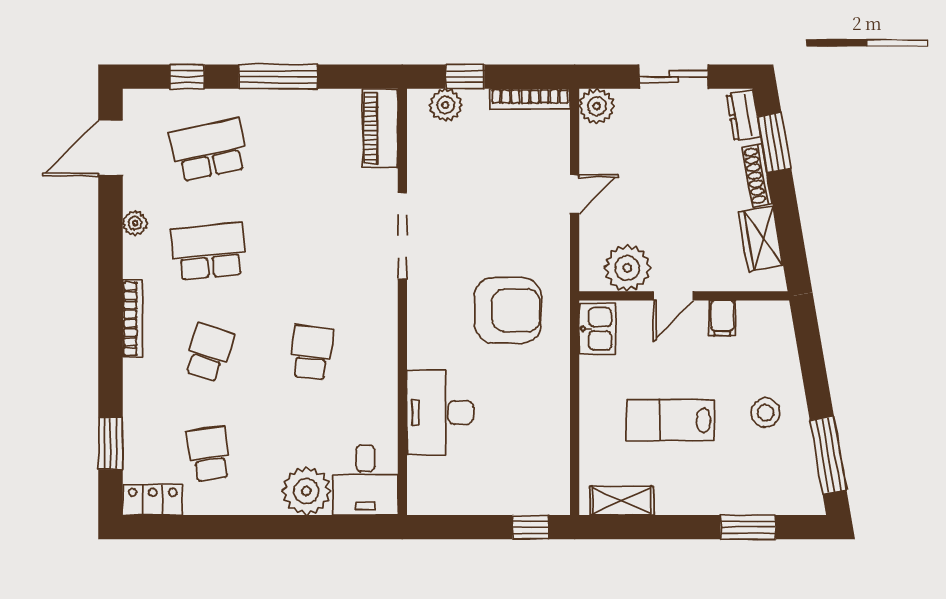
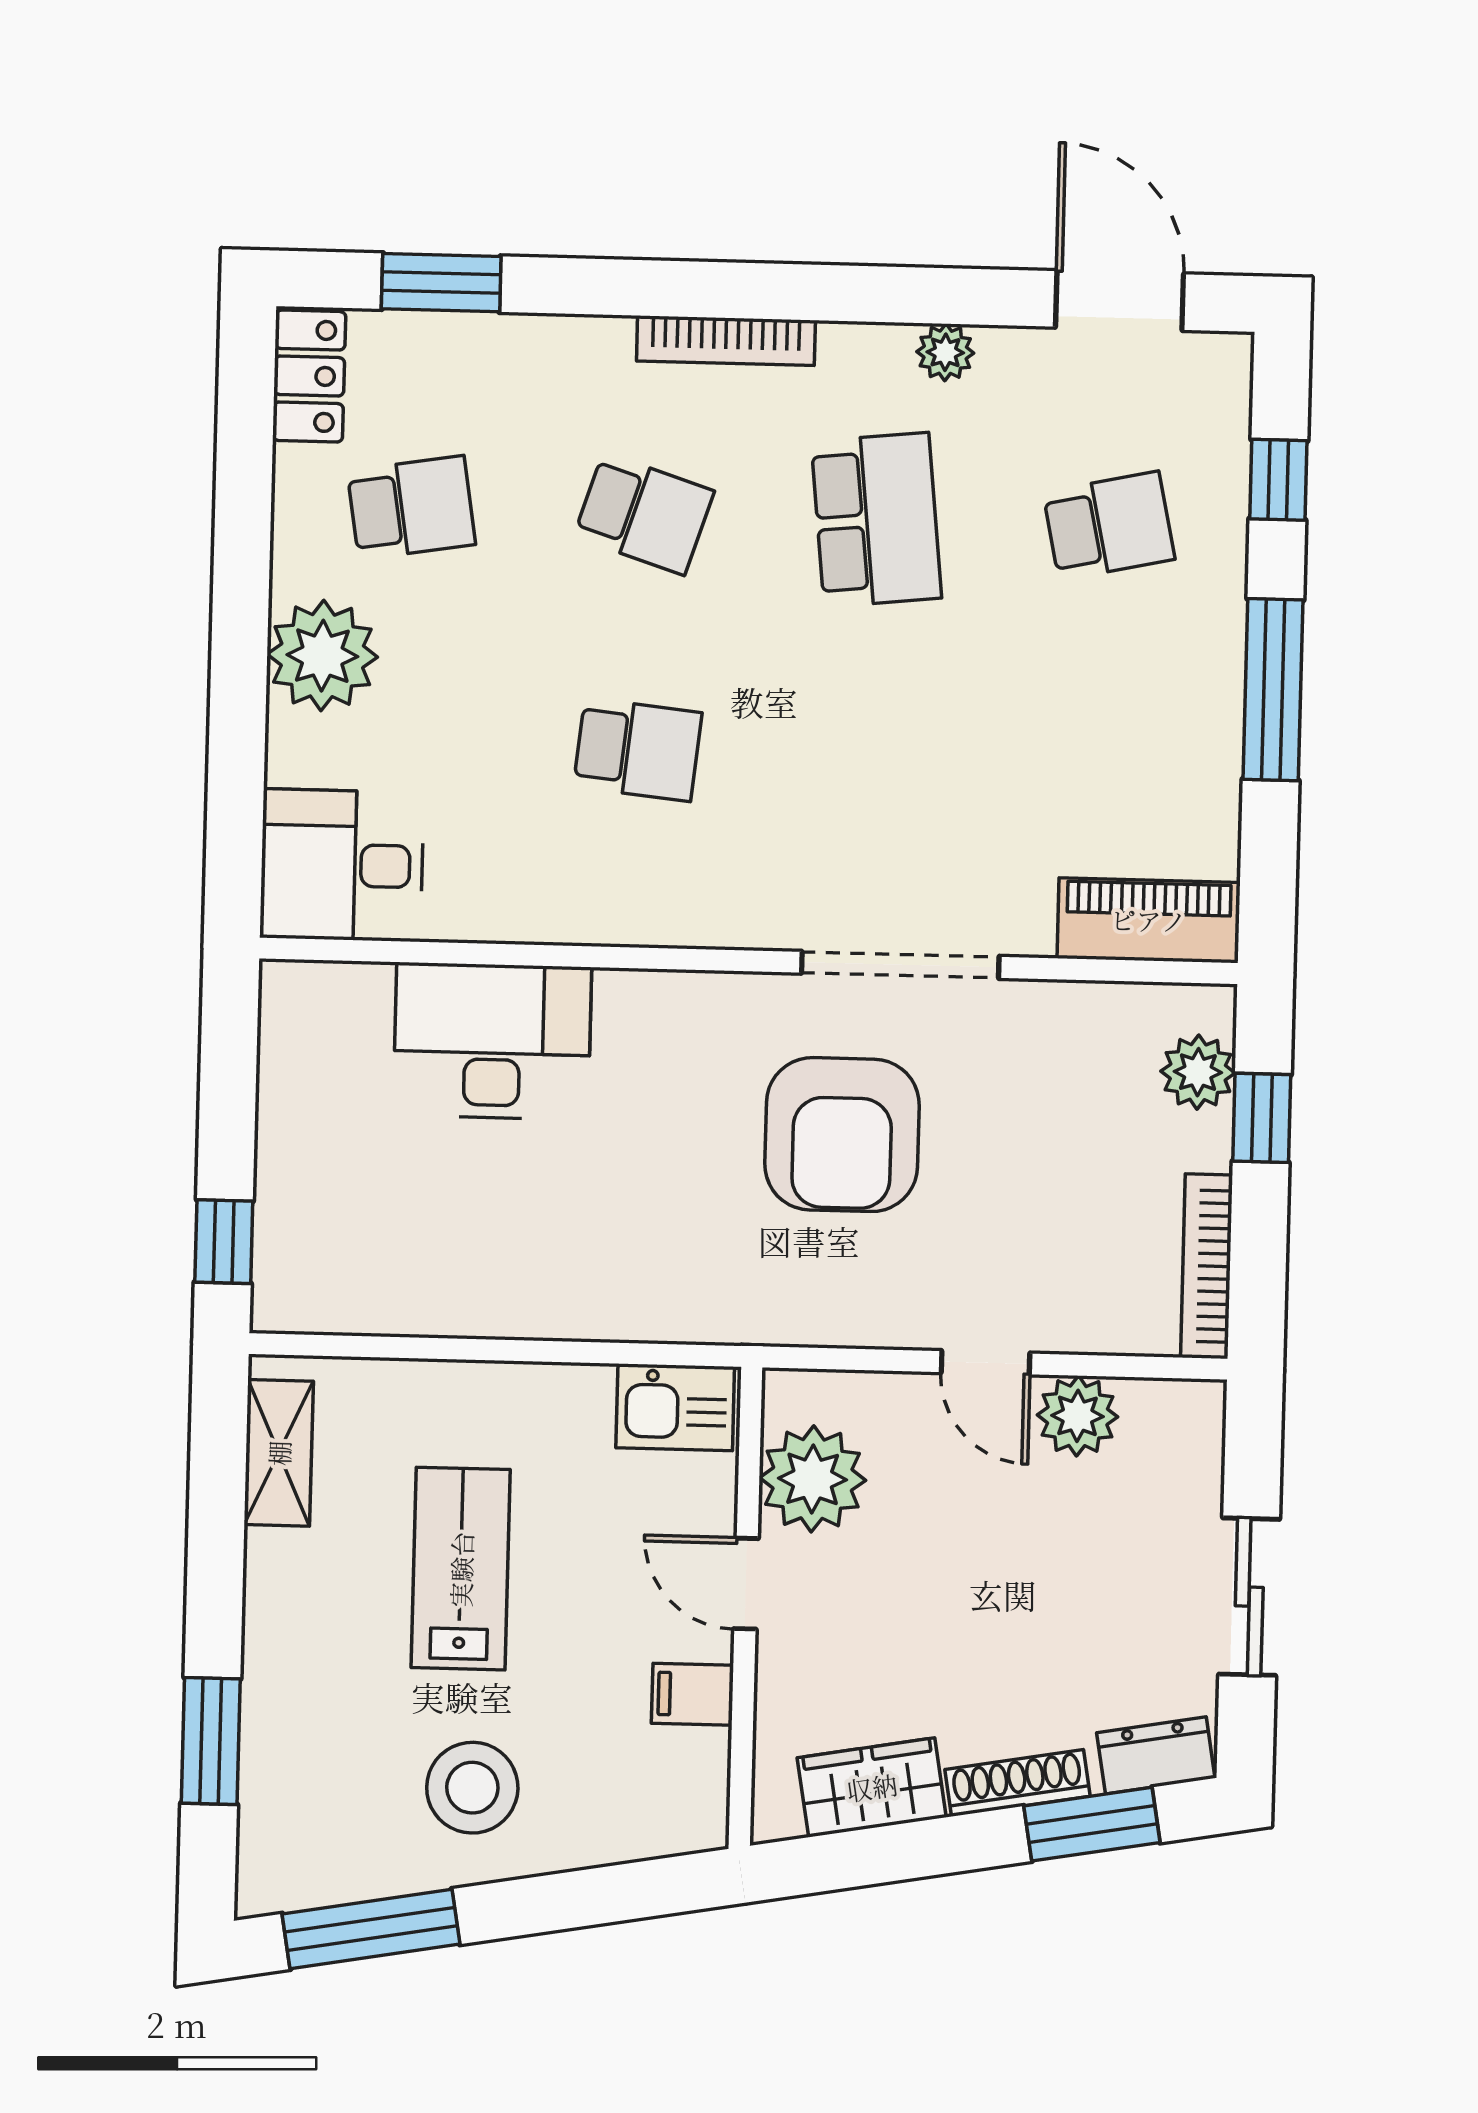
plant: (597, 106) -> (1077, 1416), moved
school desk: (209, 150) -> (1109, 526), width x0.54
armchair: (508, 310) -> (842, 1135), moved
stool: (765, 413) -> (472, 1788), width x1.38, depth x1.38
plant: (306, 491) -> (322, 656), moved

